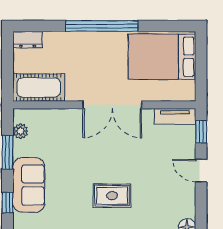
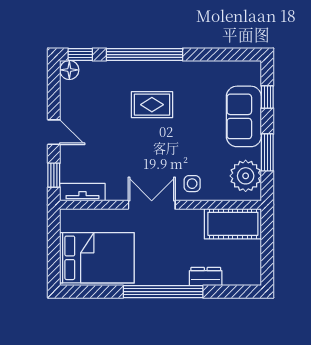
dresser: (28, 40) -> (206, 277), moved
double door: (112, 105) -> (152, 205), width x0.73
side table: (76, 124) -> (192, 184), added
plant: (20, 131) -> (246, 176), width x1.87, depth x1.87

